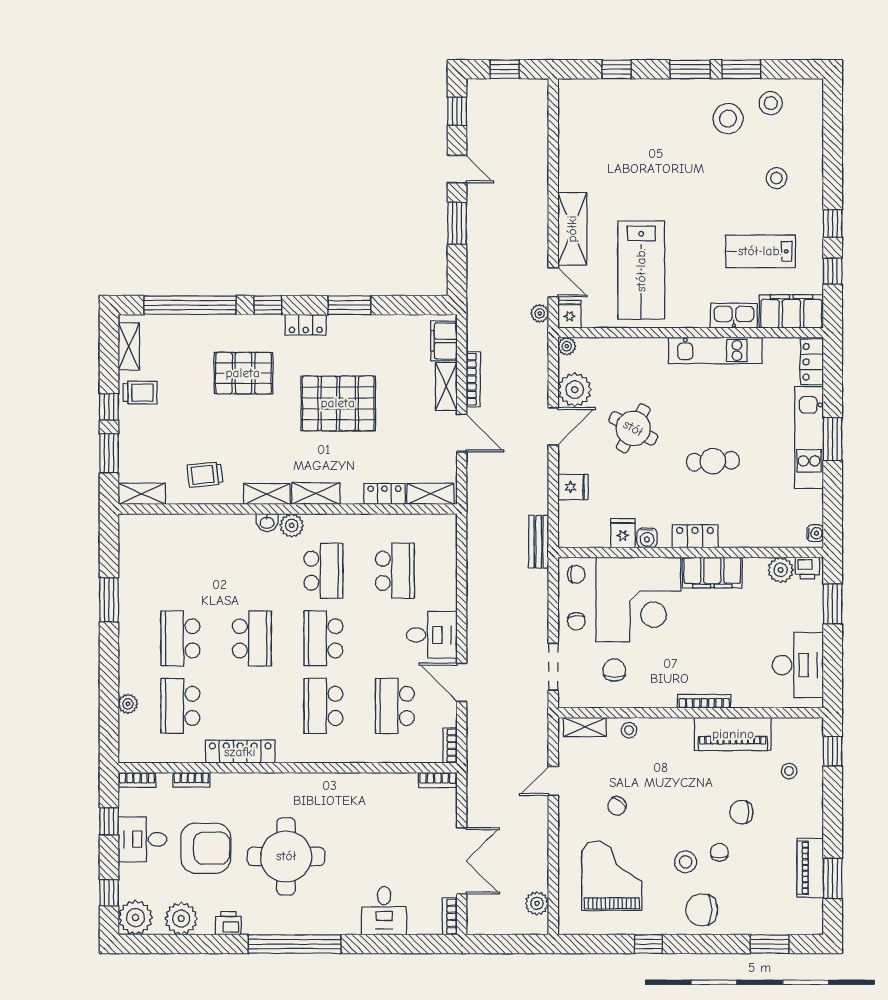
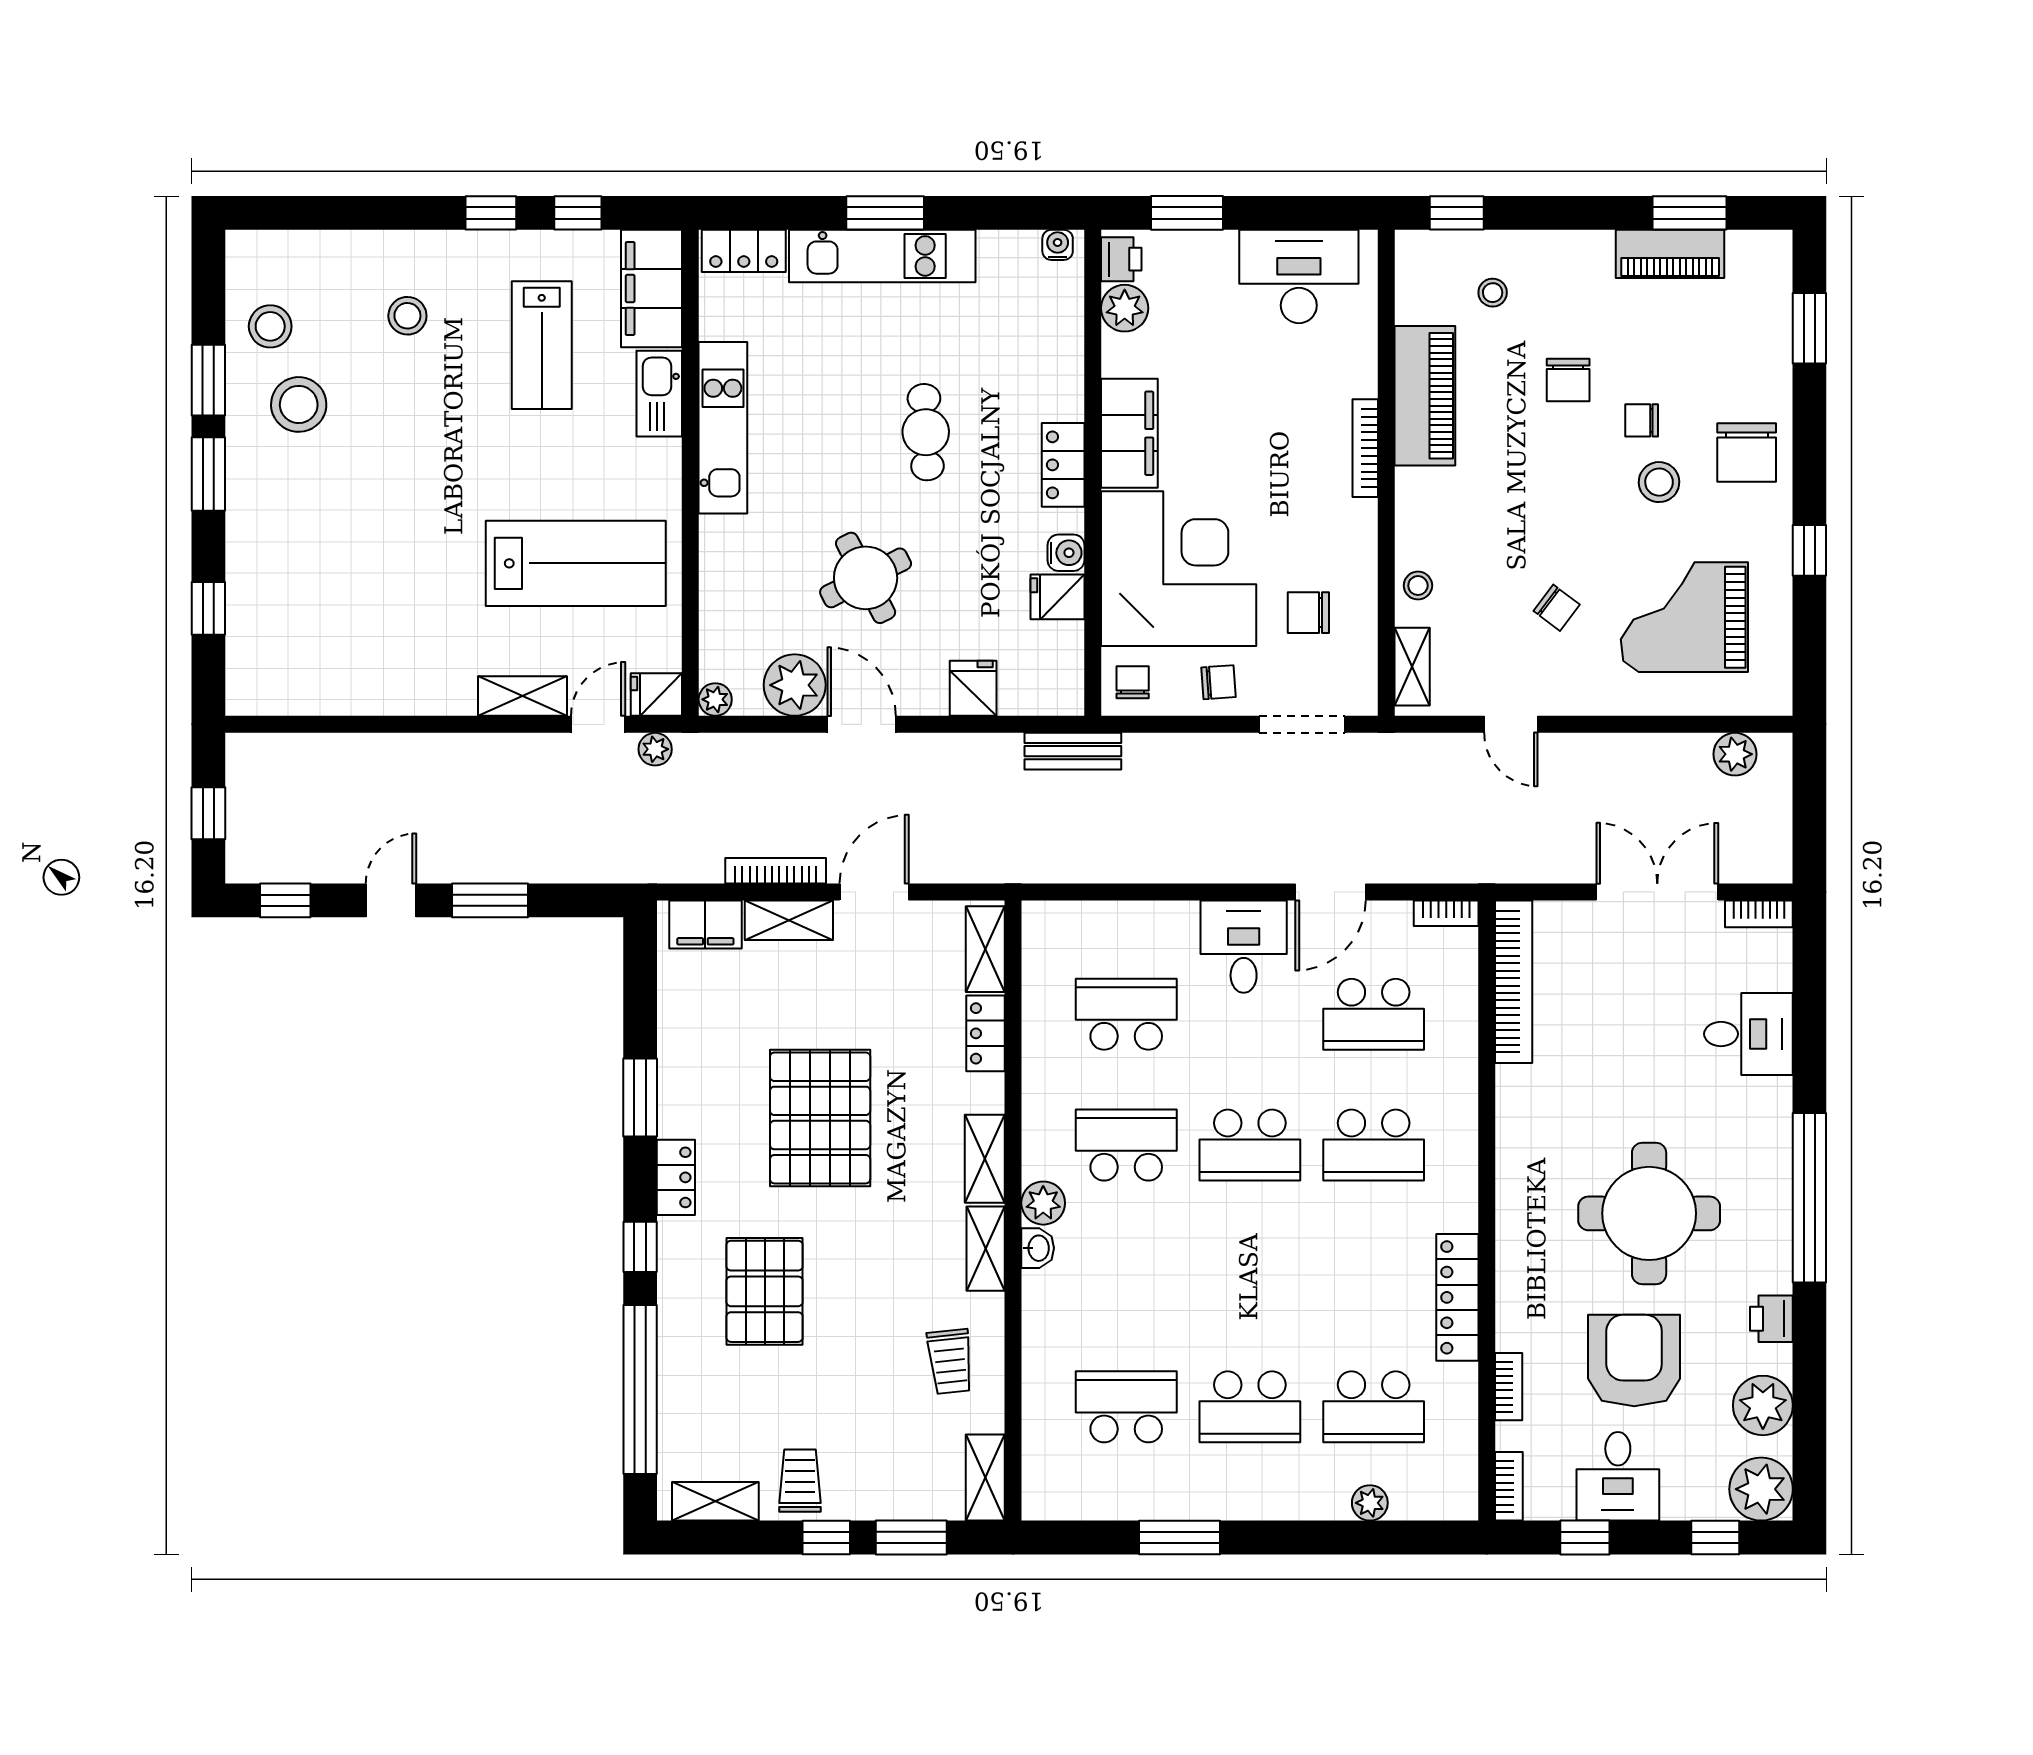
shelving: (572, 229) -> (522, 696), width x0.67, depth x0.75
round table: (633, 428) -> (866, 578), turned 34
school desk: (252, 638) -> (1126, 1407), moved
bookcase: (438, 780) -> (1514, 982), width x2.31, depth x1.31

